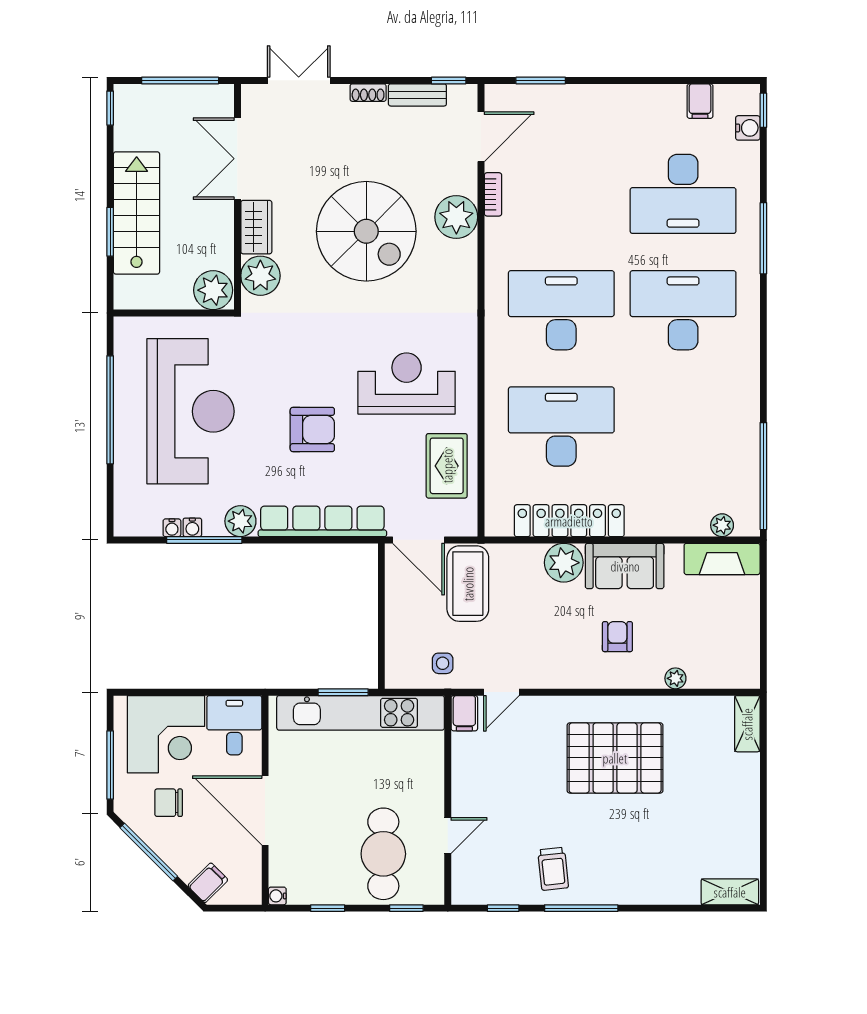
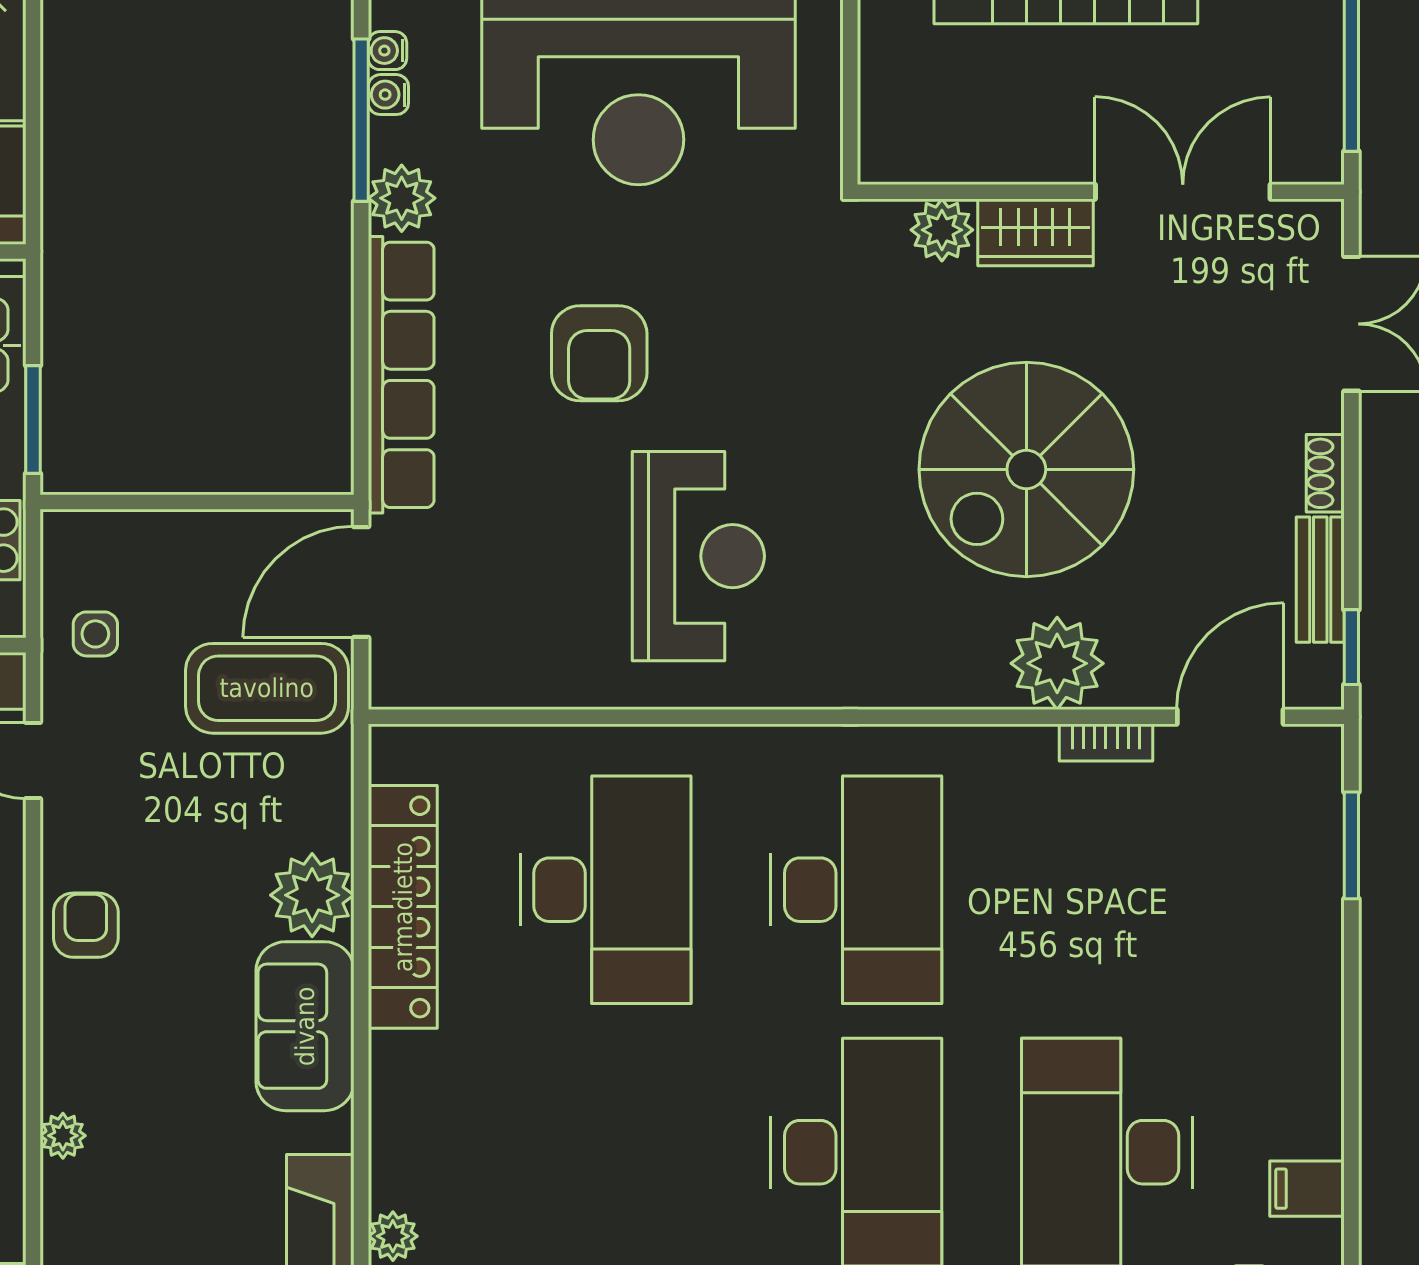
door: (481, 137) -> (1230, 717), swing flipped
plant: (260, 276) -> (942, 230), width x0.73, depth x0.73
plant: (213, 290) -> (899, 139), removed
rug: (447, 466) -> (521, 643), removed
armchair: (617, 637) -> (86, 925), moved, turned -90

